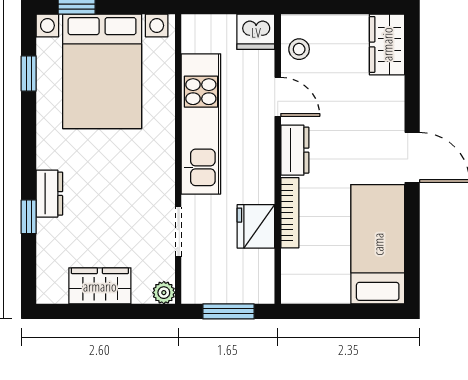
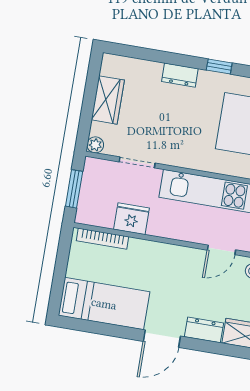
dresser: (295, 150) -> (204, 330), moved, turned 180
bookcase: (290, 213) -> (103, 239), moved
window: (29, 217) -> (219, 66), moved

